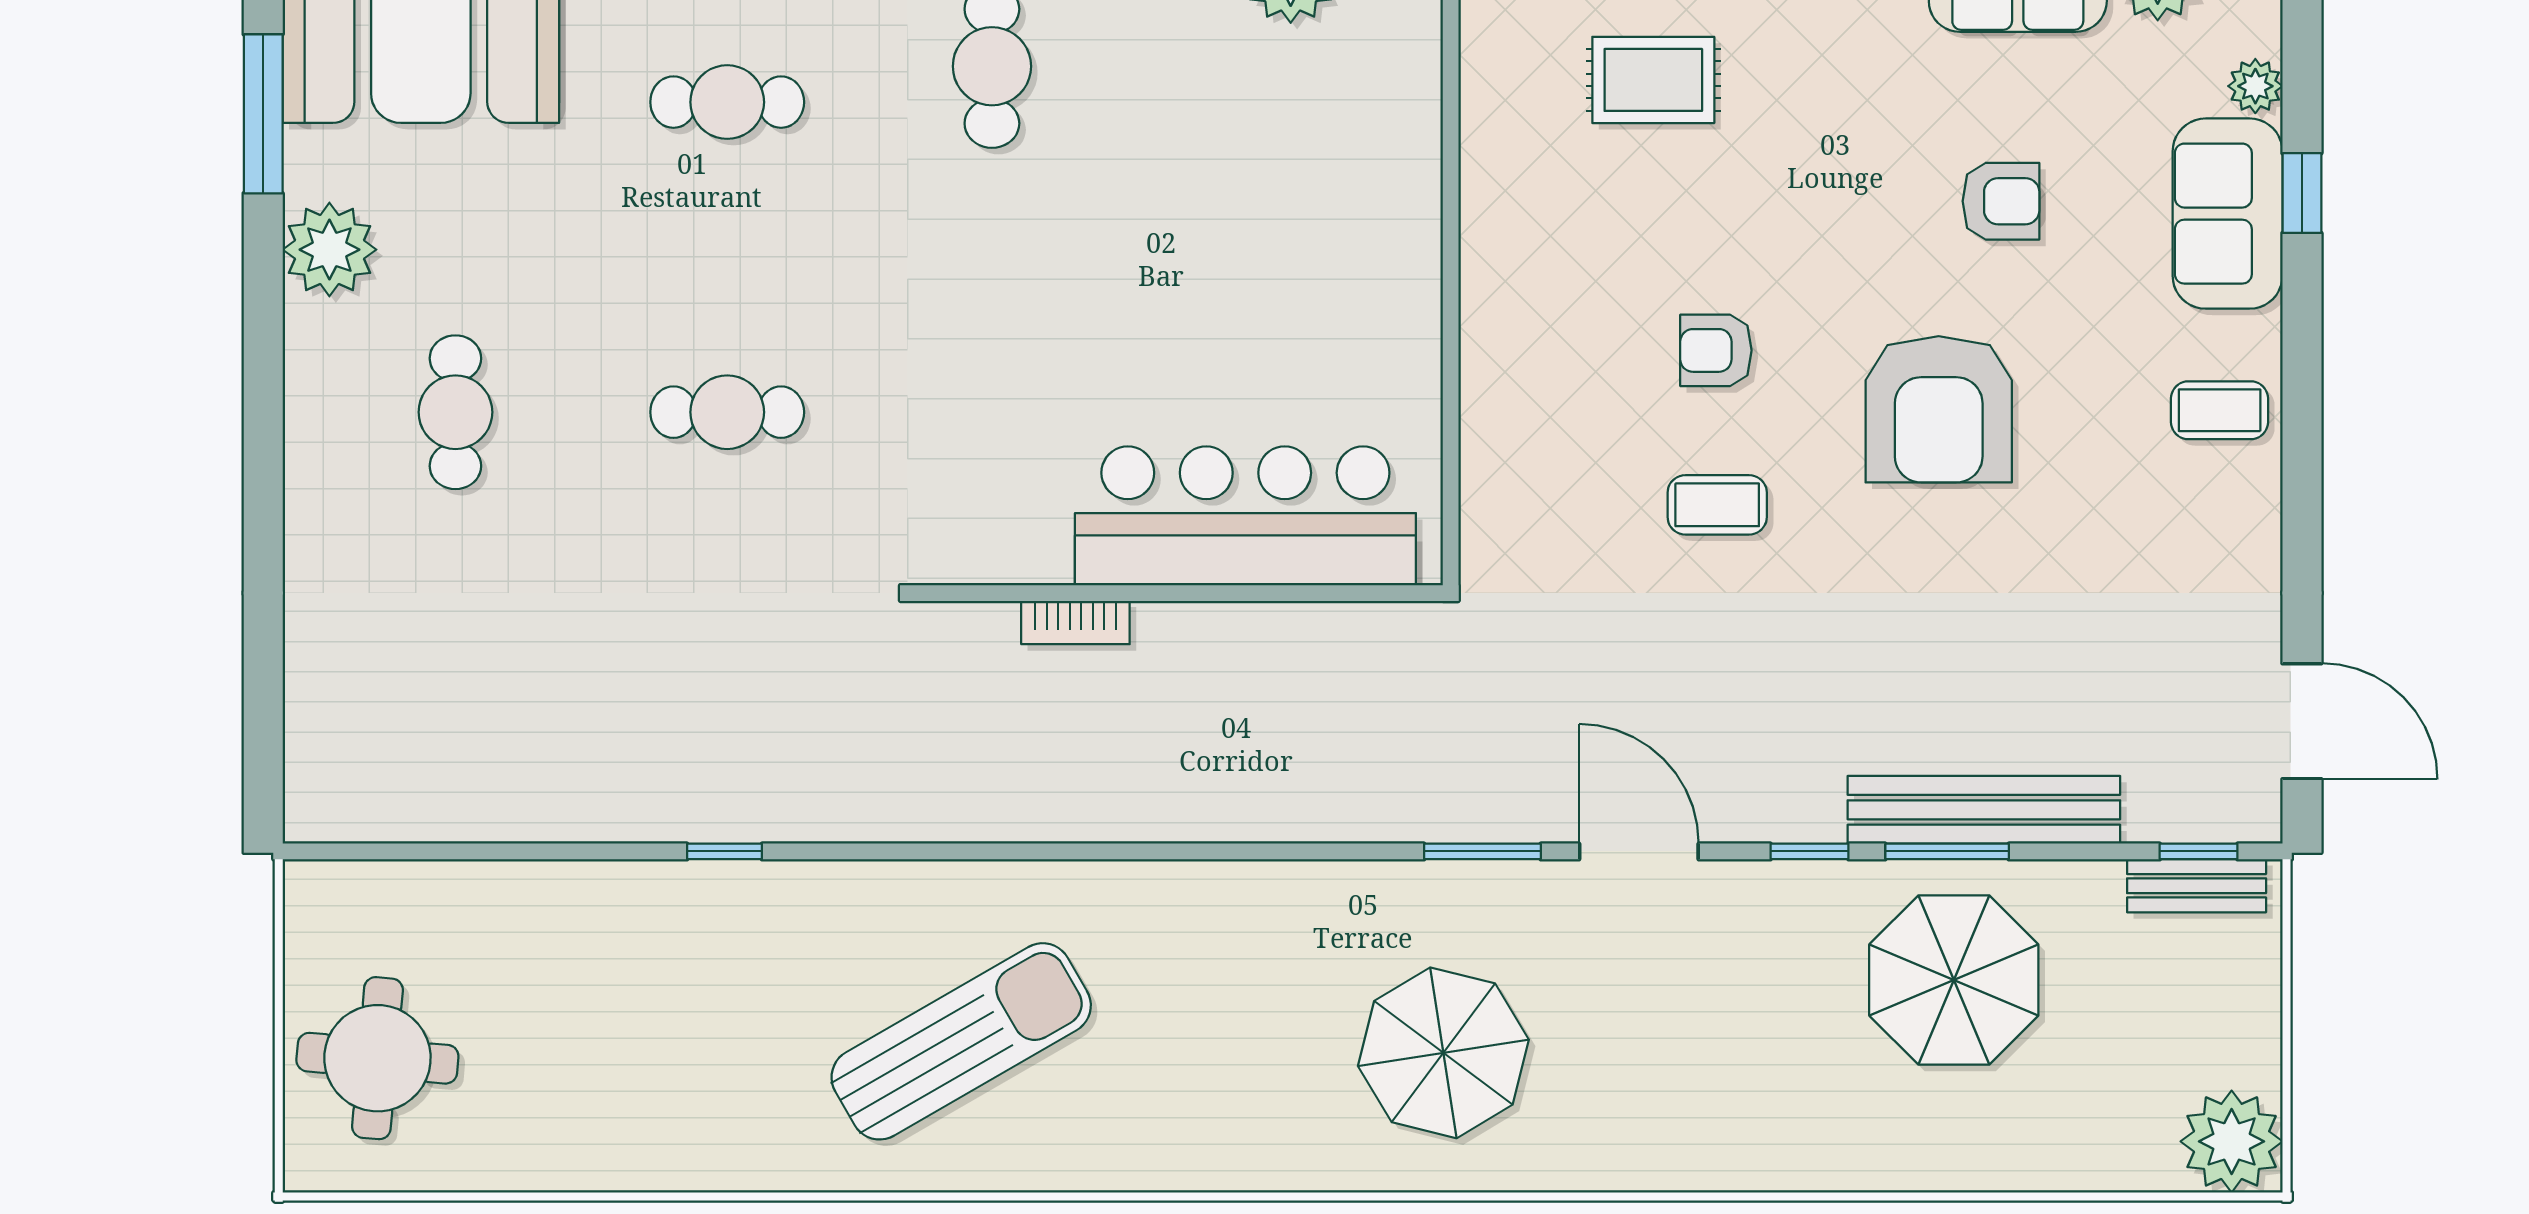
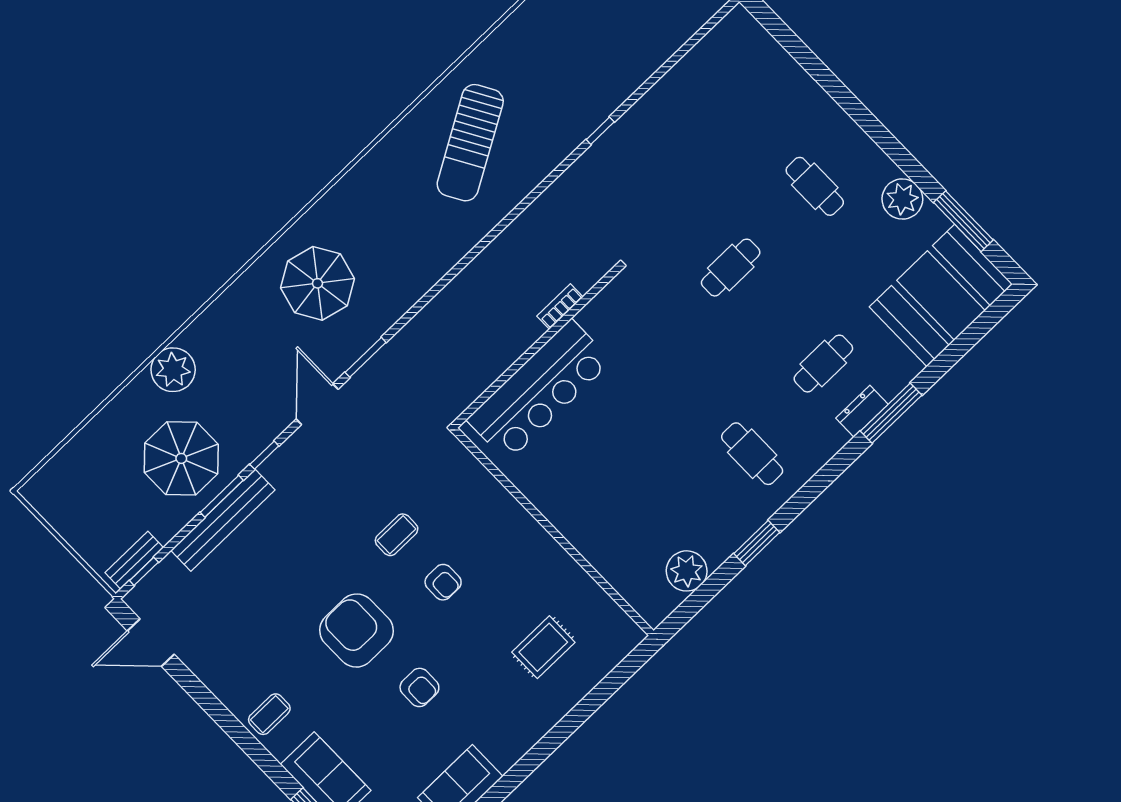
armchair: (2001, 201) -> (419, 687), moved, turned -90
armchair: (1716, 350) -> (443, 582), turned 90
door: (1639, 851) -> (317, 404), swing flipped
plant: (2232, 1141) -> (173, 370), moved

